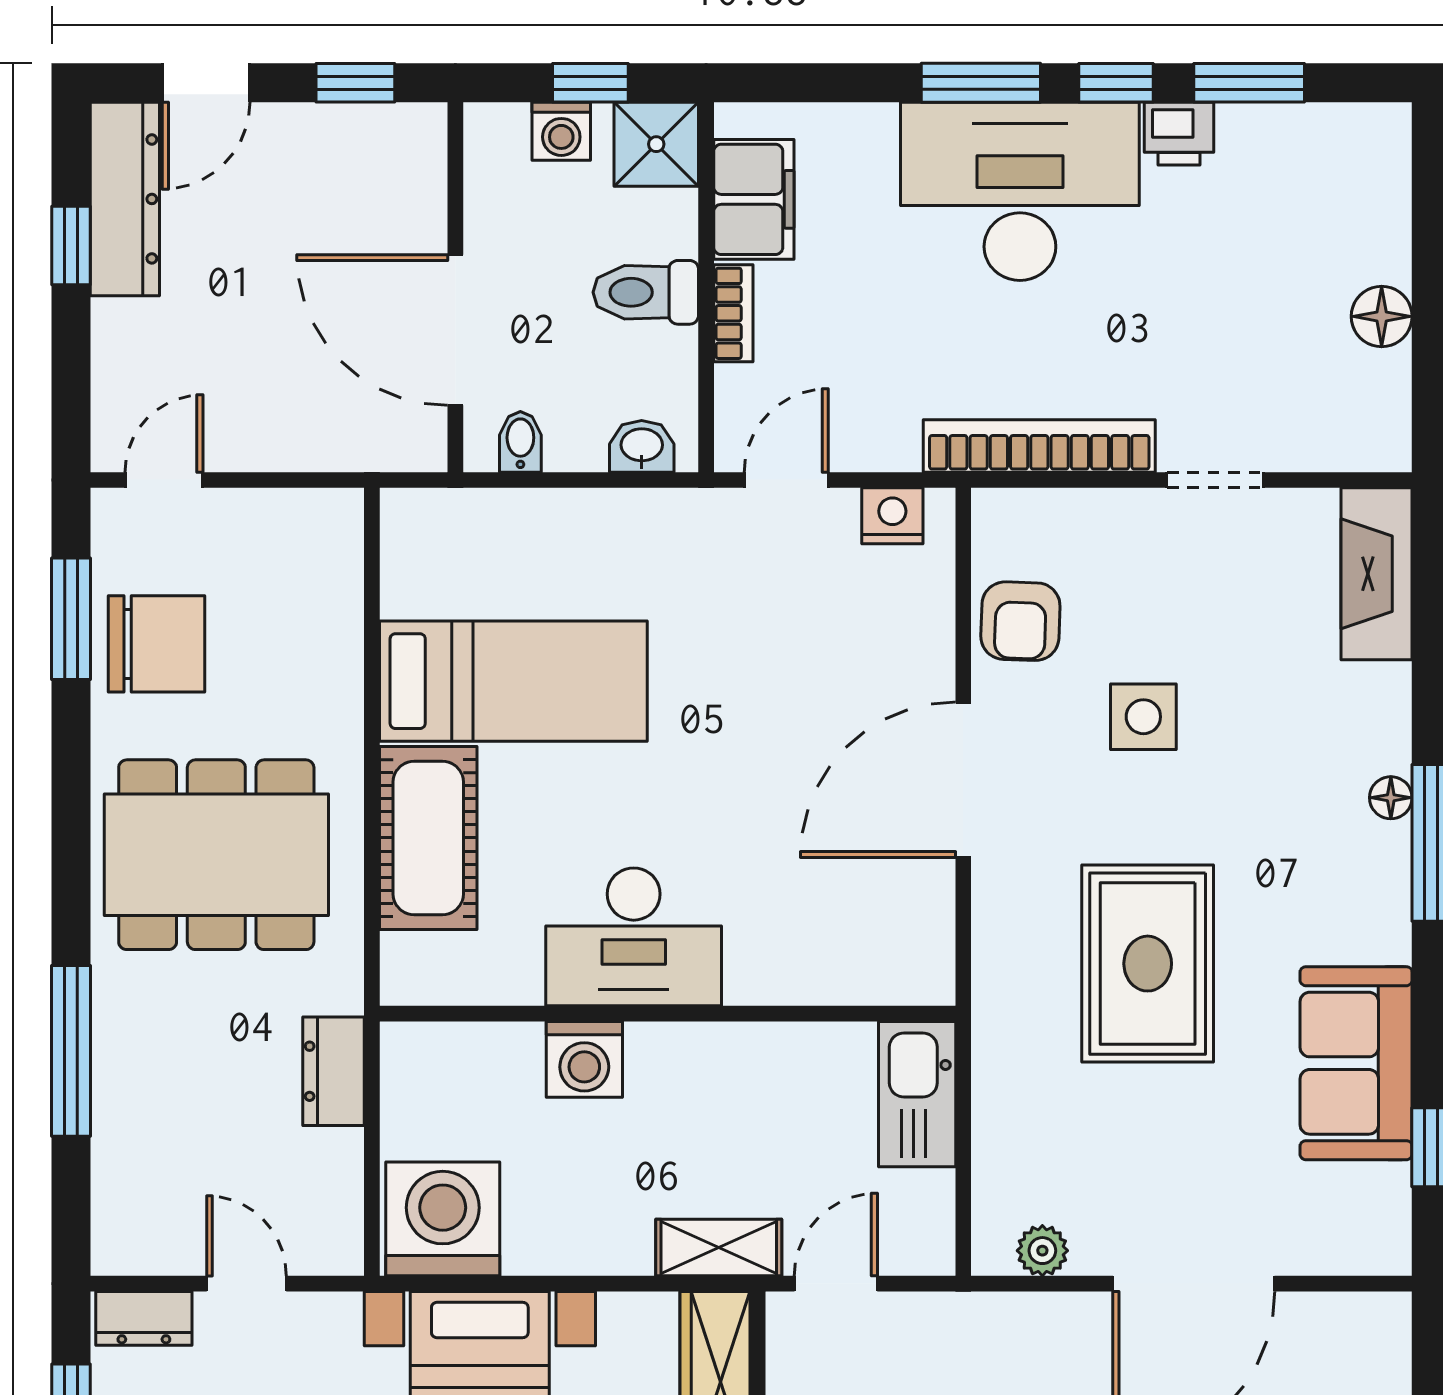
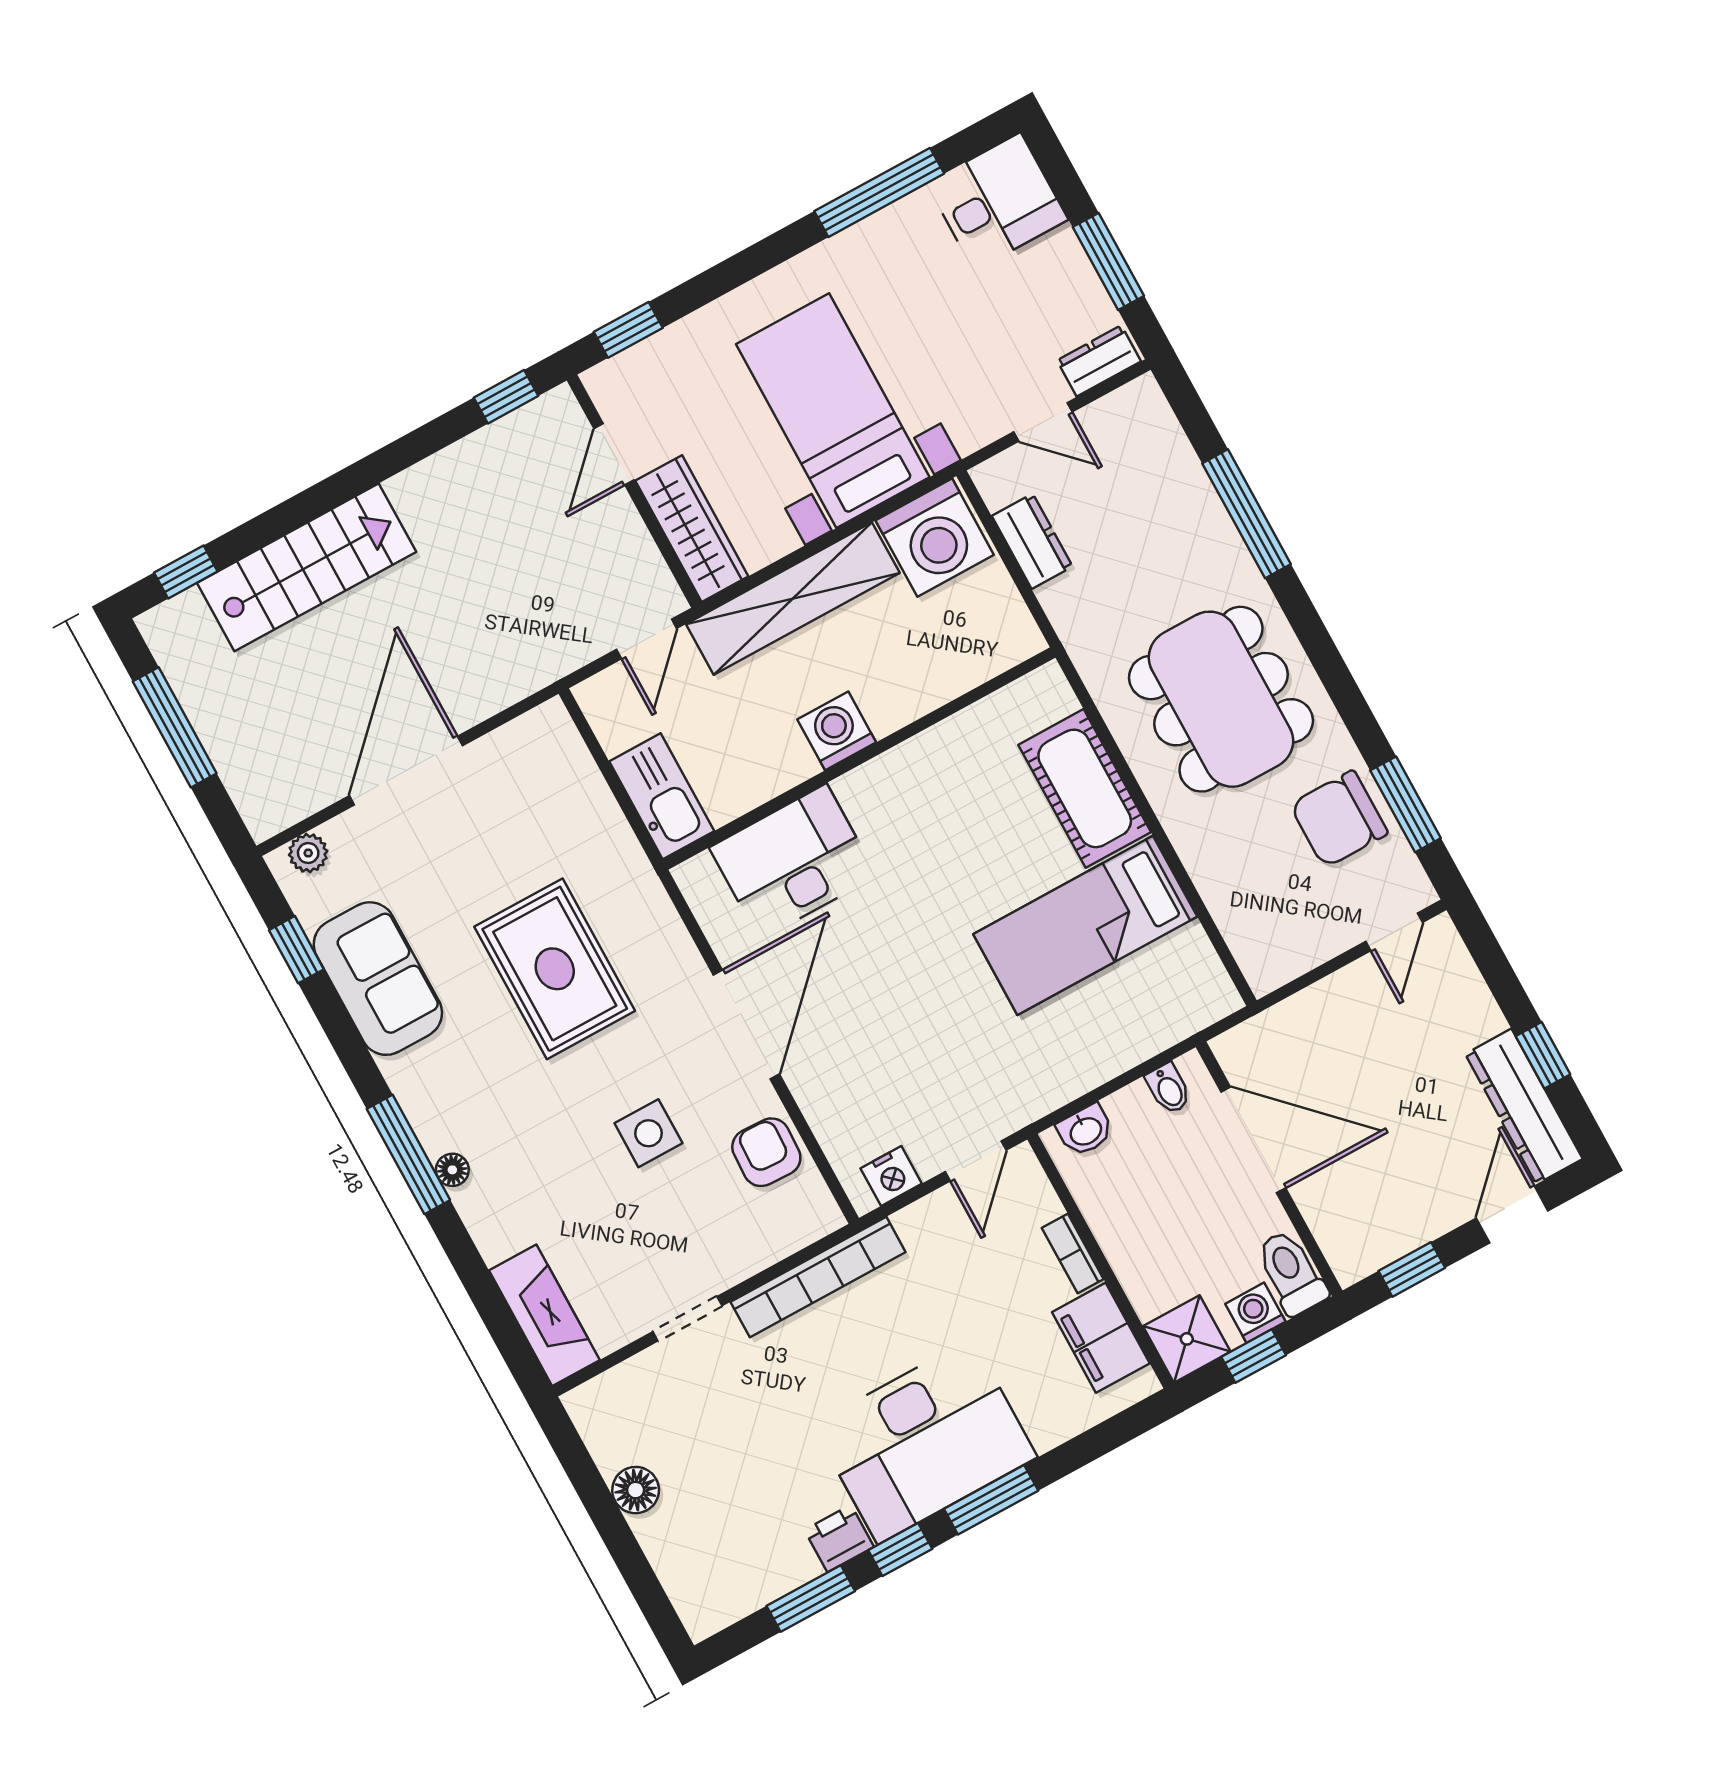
toilet: (646, 292) -> (1291, 1273), moved, turned -90
dining table: (216, 855) -> (1221, 699), turned 90
desk: (634, 937) -> (793, 862), moved
washing machine: (584, 1059) -> (837, 731), moved
dresser: (333, 1071) -> (1032, 541), moved
shelving: (719, 1248) -> (793, 599), width x2.20, depth x1.33
plant: (1042, 1251) -> (308, 853), moved

